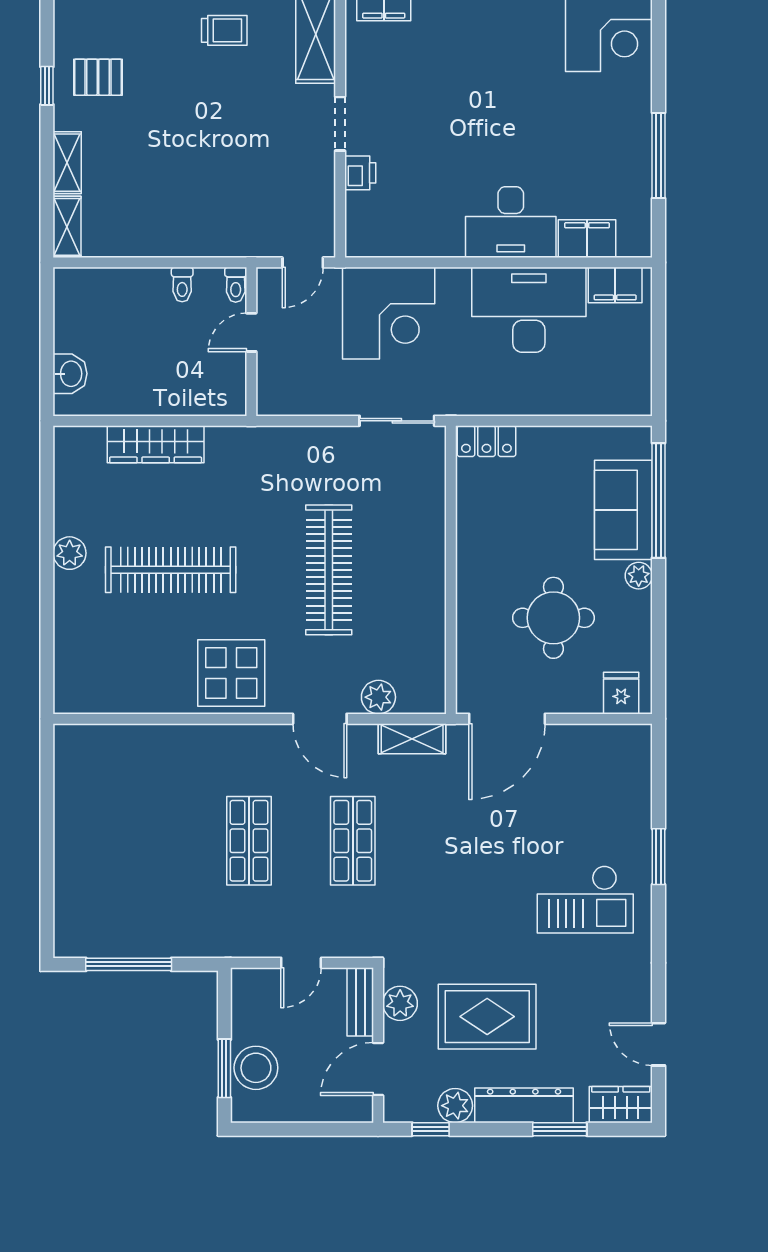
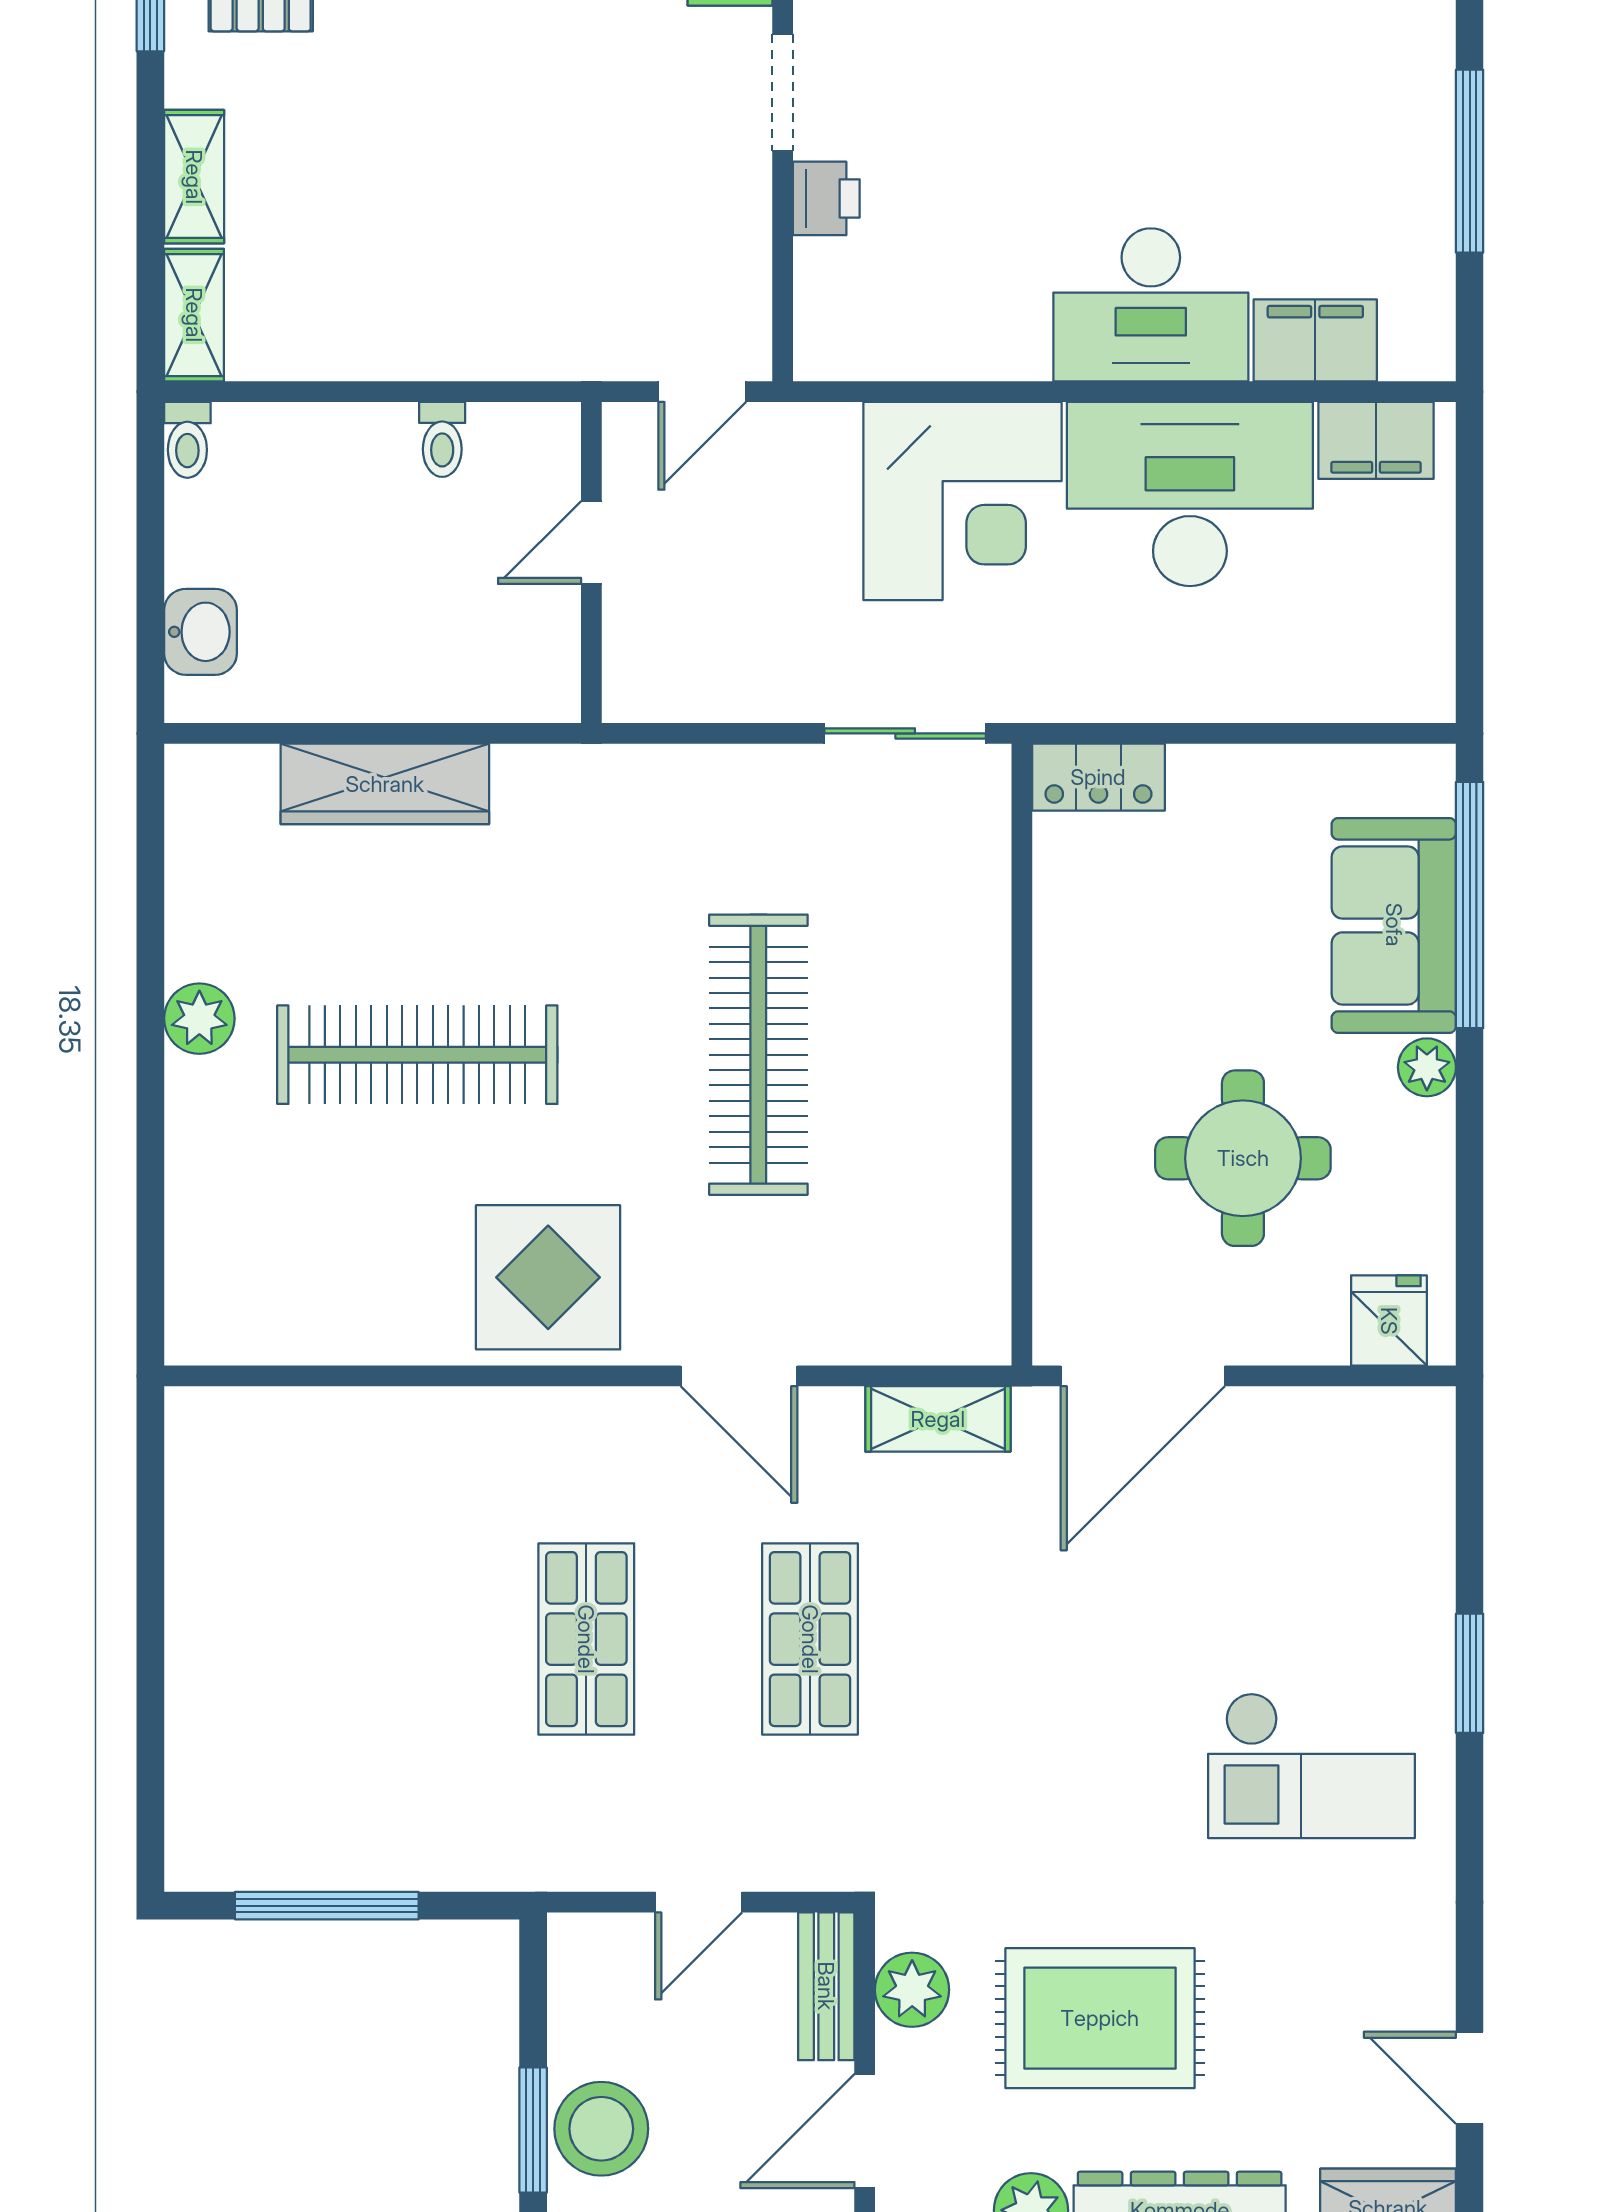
toilet: (236, 285) -> (187, 440), moved
corner desk: (389, 313) -> (962, 501), moved
plant: (378, 697) -> (865, 1329), removed

